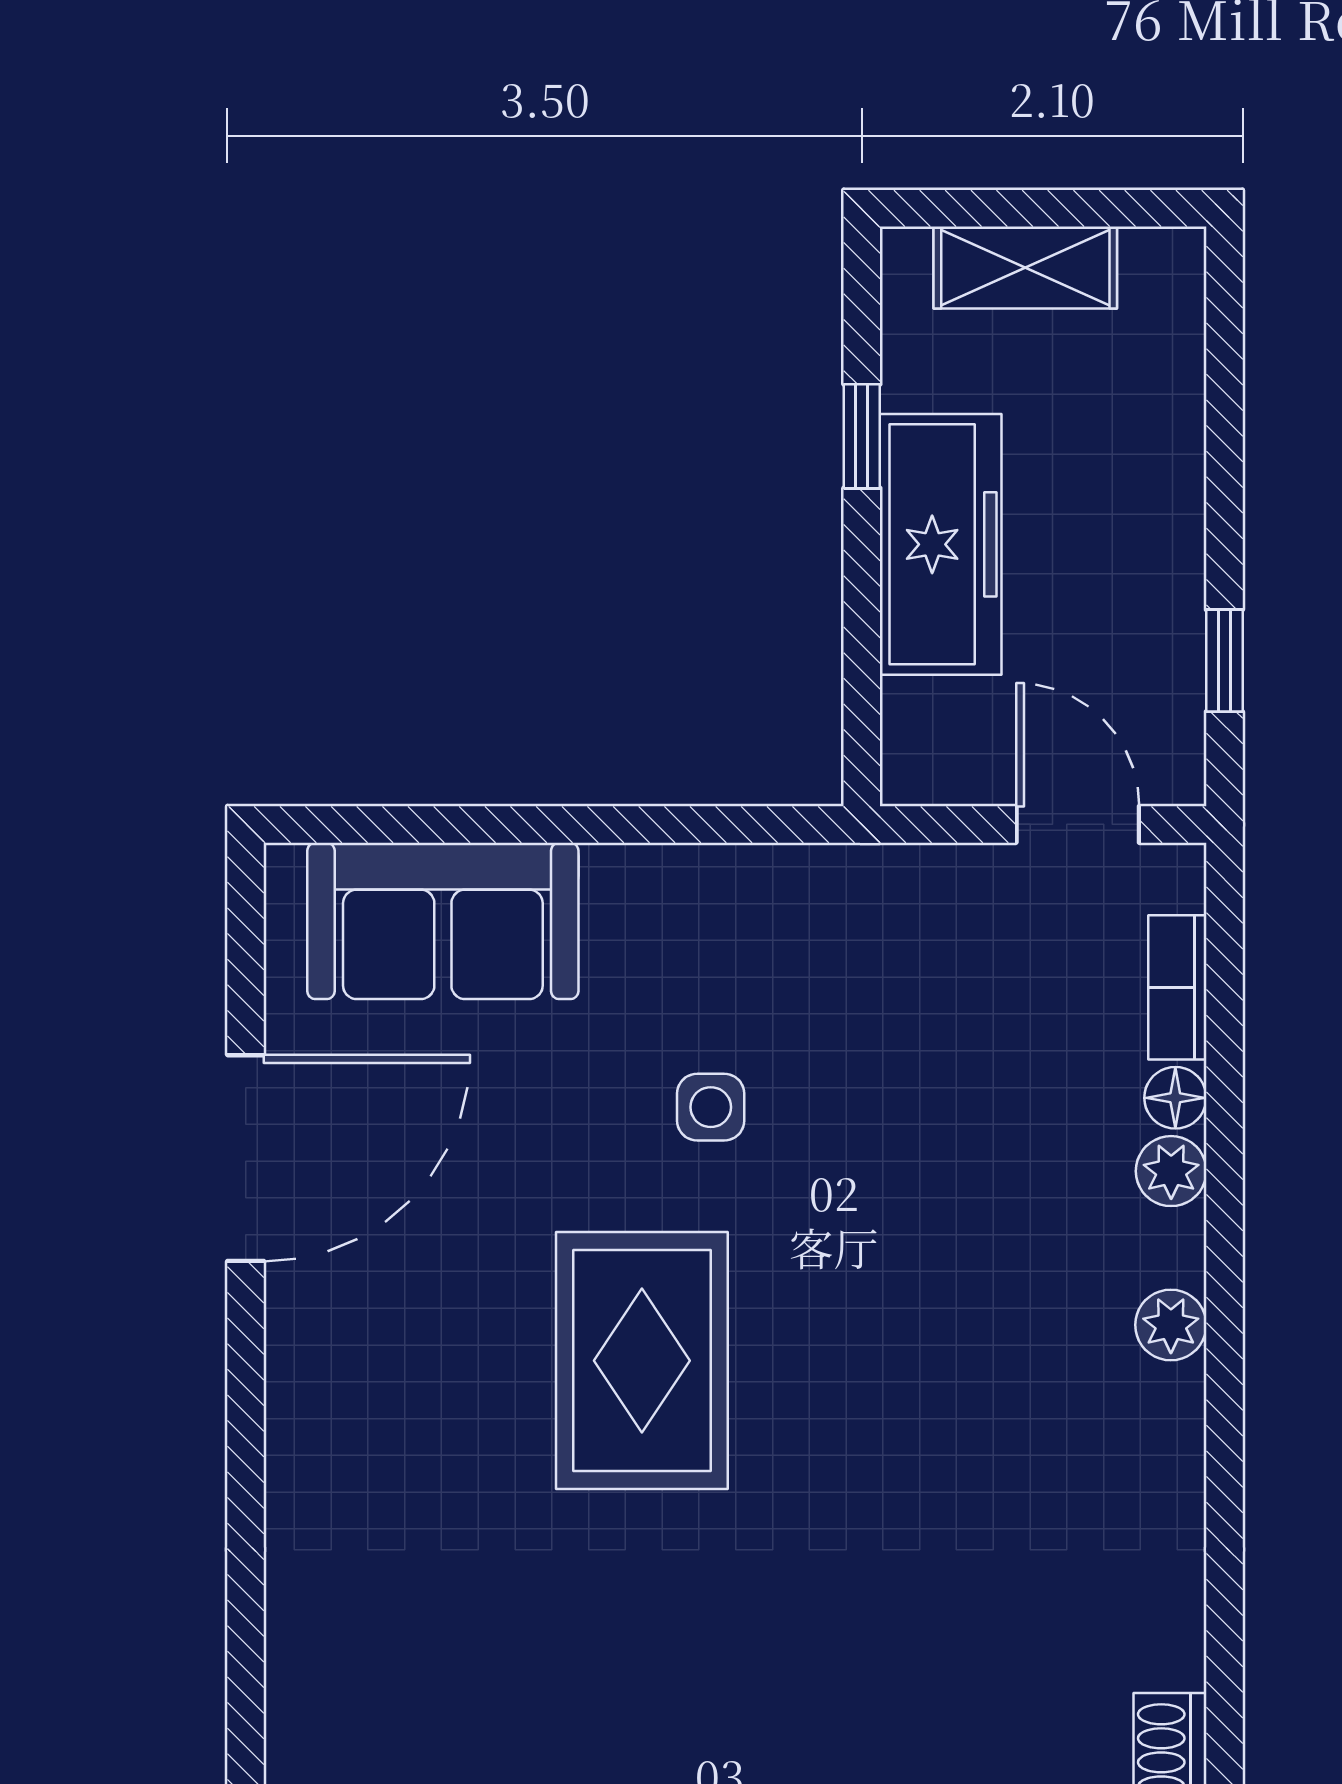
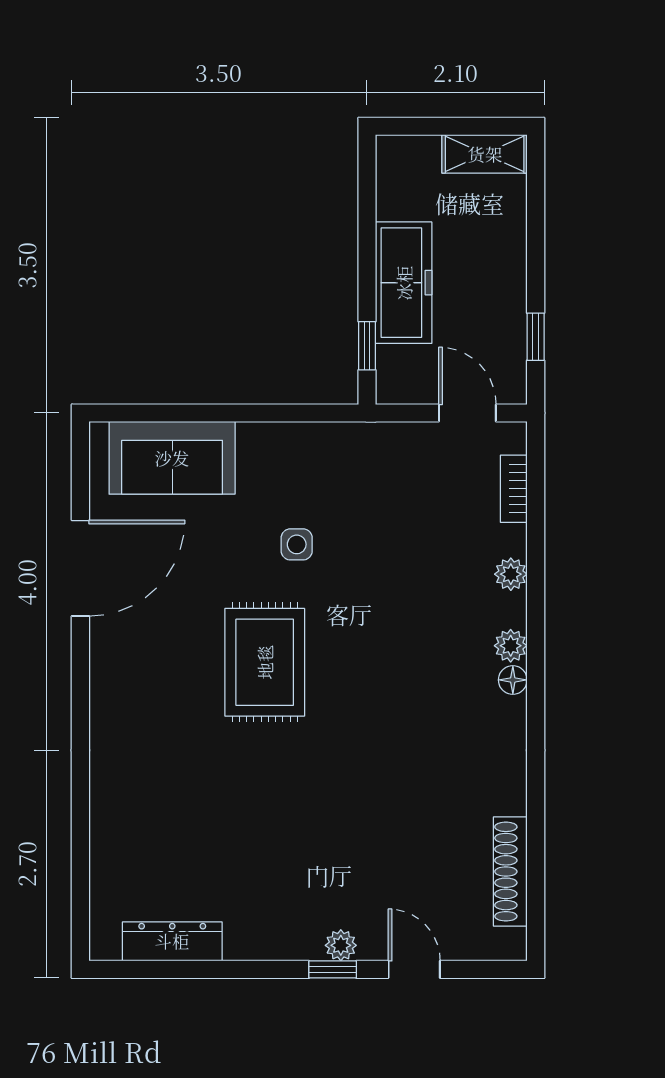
shelving: (1025, 268) -> (485, 154), moved
window: (862, 436) -> (367, 346), moved
floor lamp: (1175, 1098) -> (513, 680), moved

